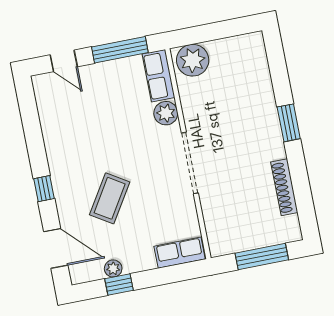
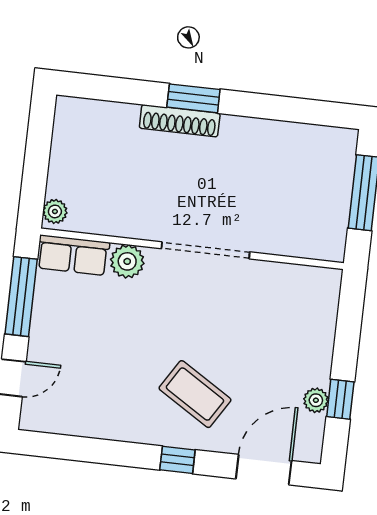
plant: (193, 60) -> (55, 211), width x0.53, depth x0.53
shoe rack: (284, 187) -> (180, 121), moved
coffee table: (110, 198) -> (195, 394), moved
row of seats: (180, 253) -> (323, 303), removed

